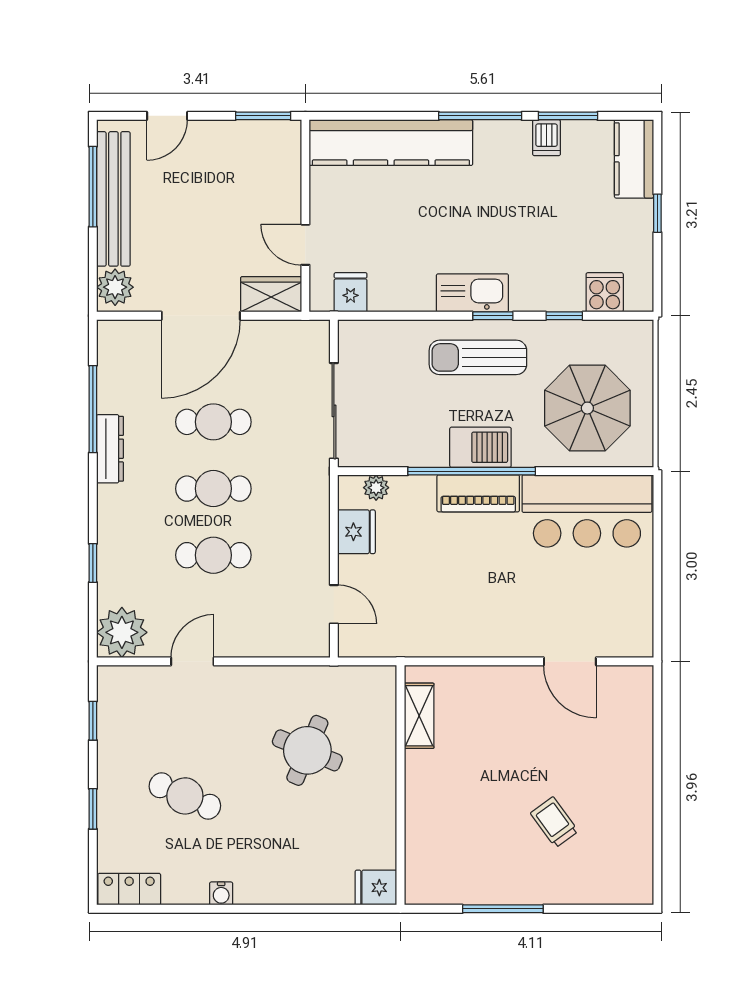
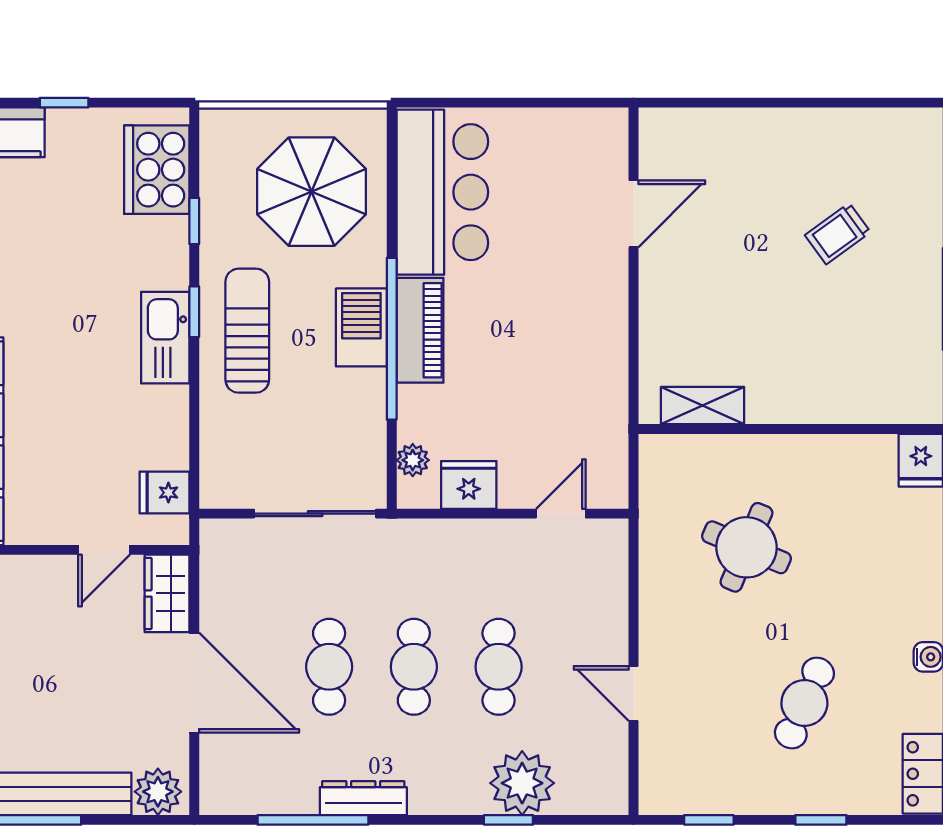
cooker: (605, 292) -> (157, 170), width x1.87, depth x1.31
sun lounger: (478, 357) -> (247, 331), turned 180
plant: (122, 632) -> (522, 783), moved

